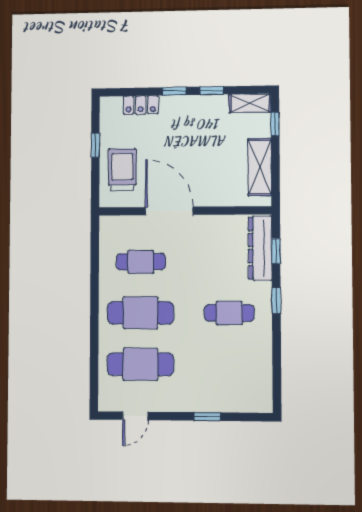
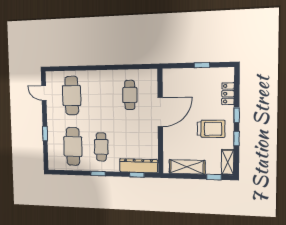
trolley: (122, 170) -> (211, 129), moved
window: (276, 301) -> (98, 173), moved
cafe table: (141, 313) -> (73, 146), moved

